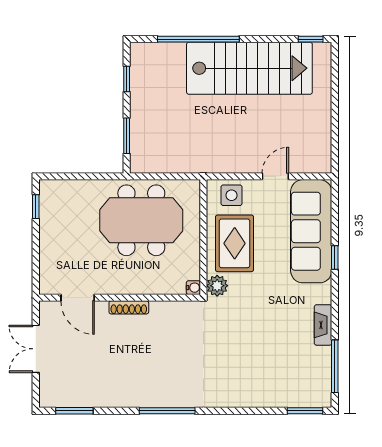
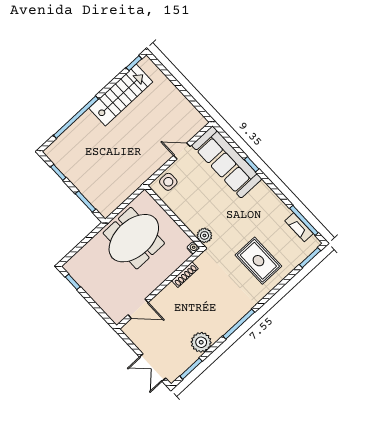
stairs: (249, 68) -> (121, 95), width x0.73, depth x0.66
door: (275, 176) -> (182, 151), hinge flipped
rug: (235, 243) -> (258, 261), moved
shoe rack: (129, 307) -> (185, 275), moved
fireplace: (323, 325) -> (299, 227), moved
double door: (36, 349) -> (153, 368), moved
plant: (111, 393) -> (201, 342), added

